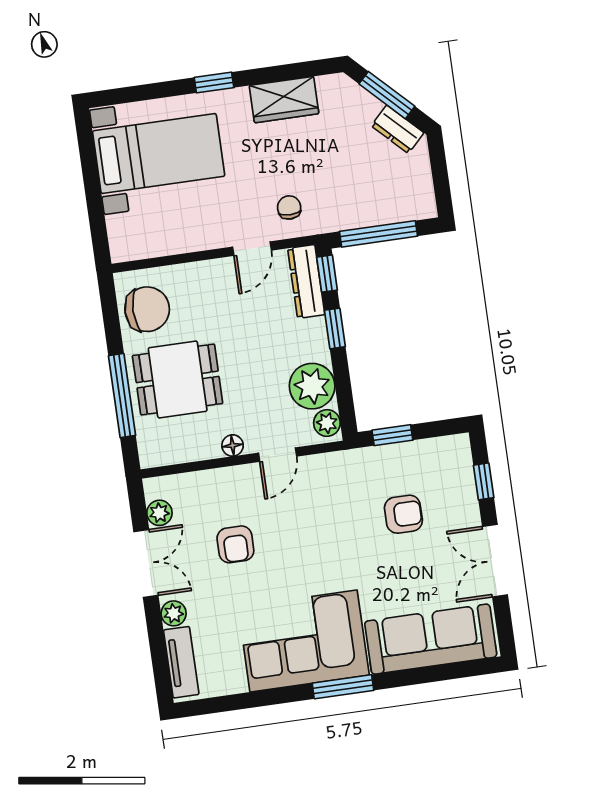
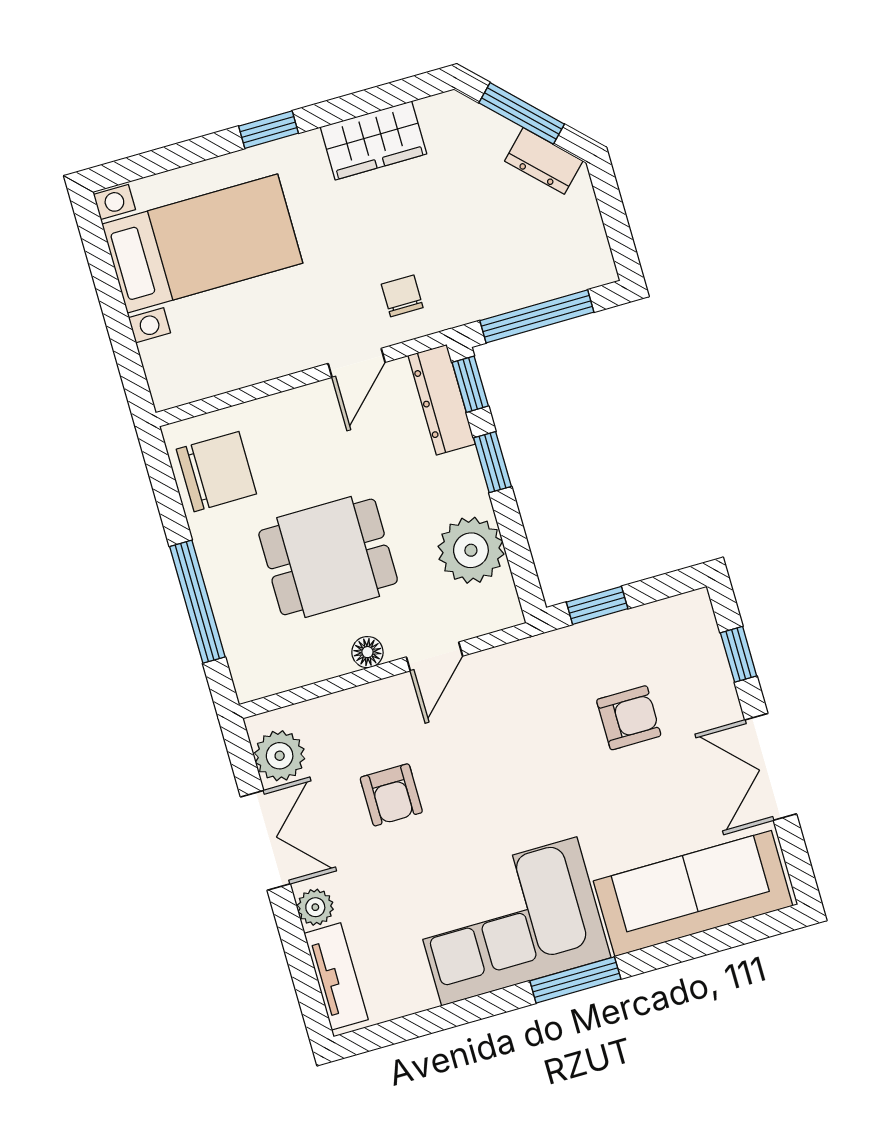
dining table: (178, 379) -> (328, 557), moved
plant: (327, 423) -> (500, 601), removed
plant: (159, 513) -> (280, 756), width x1.38, depth x1.38

